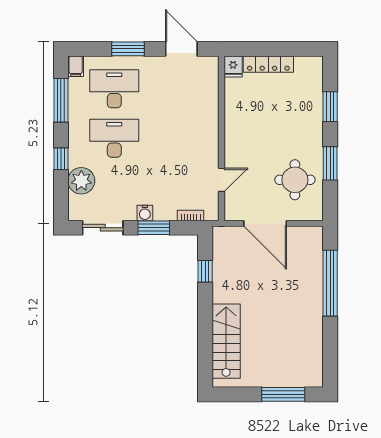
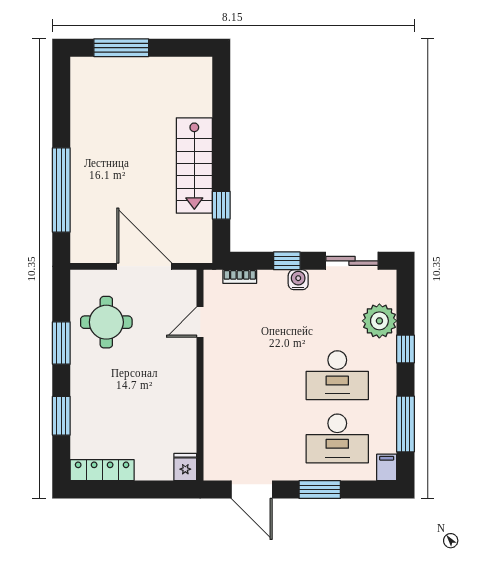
locker: (268, 64) -> (102, 470), moved
window: (154, 228) -> (287, 261), width x0.67
stairs: (226, 341) -> (194, 165), moved

